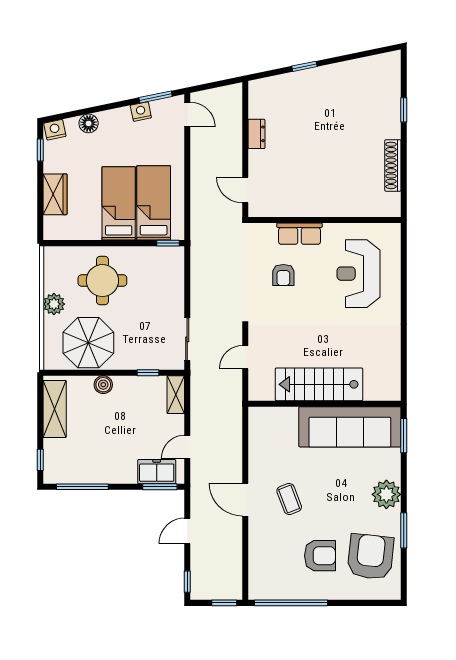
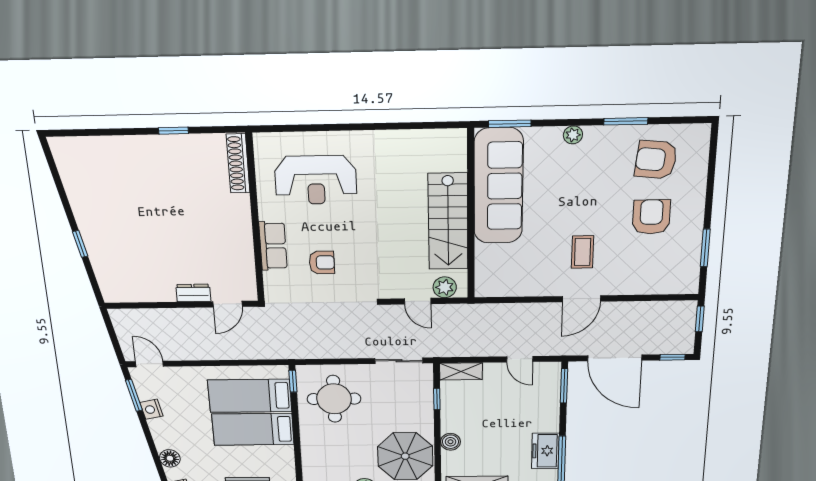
window: (404, 110) -> (173, 131), moved
door: (187, 115) -> (149, 364), hinge flipped
dresser: (256, 134) -> (193, 293), moved
shoe rack: (393, 165) -> (238, 163), moved, turned 90
round table: (102, 281) -> (334, 399), moved
plant: (258, 381) -> (445, 287), added
freezer: (157, 472) -> (545, 451), moved
plant: (386, 494) -> (573, 135), width x0.53, depth x0.53
coffee table: (289, 499) -> (583, 252), turned -69
door: (187, 531) -> (615, 358), width x1.88
armchair: (370, 557) -> (656, 160), width x0.73, depth x0.73
window: (291, 603) -> (705, 248), width x0.47

